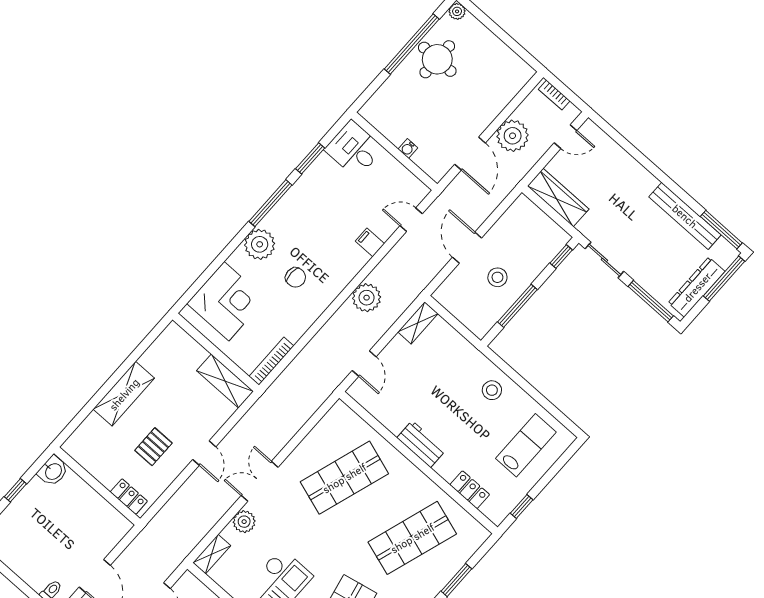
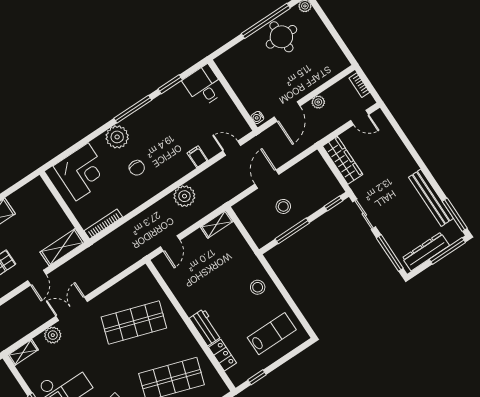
plant: (513, 136) -> (318, 102), width x0.53, depth x0.53
water cooler: (408, 148) -> (257, 117), moved
shelving: (225, 381) -> (62, 247), moved, turned 90
workbench: (421, 444) -> (206, 327), moved

